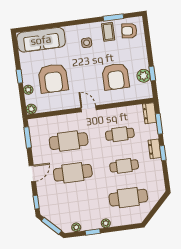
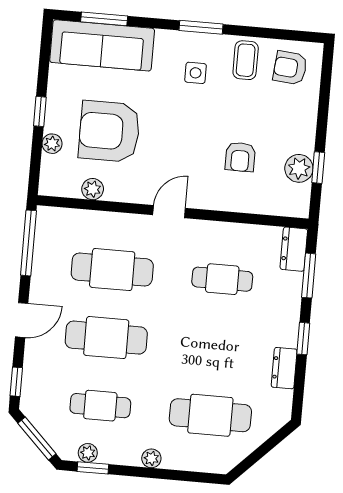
window: (113, 17) -> (201, 27), moved
window: (39, 27) -> (104, 19), added
armchair: (116, 77) -> (240, 157), width x0.53, depth x0.53
armchair: (53, 78) -> (109, 131), turned 90
plant: (31, 109) -> (93, 189), moved
door: (89, 109) -> (169, 212), hinge flipped
window: (28, 137) -> (28, 243), width x1.44
dresser: (155, 149) -> (284, 368), moved
cafe table: (124, 166) -> (100, 406), moved
window: (93, 232) -> (93, 468), moved

